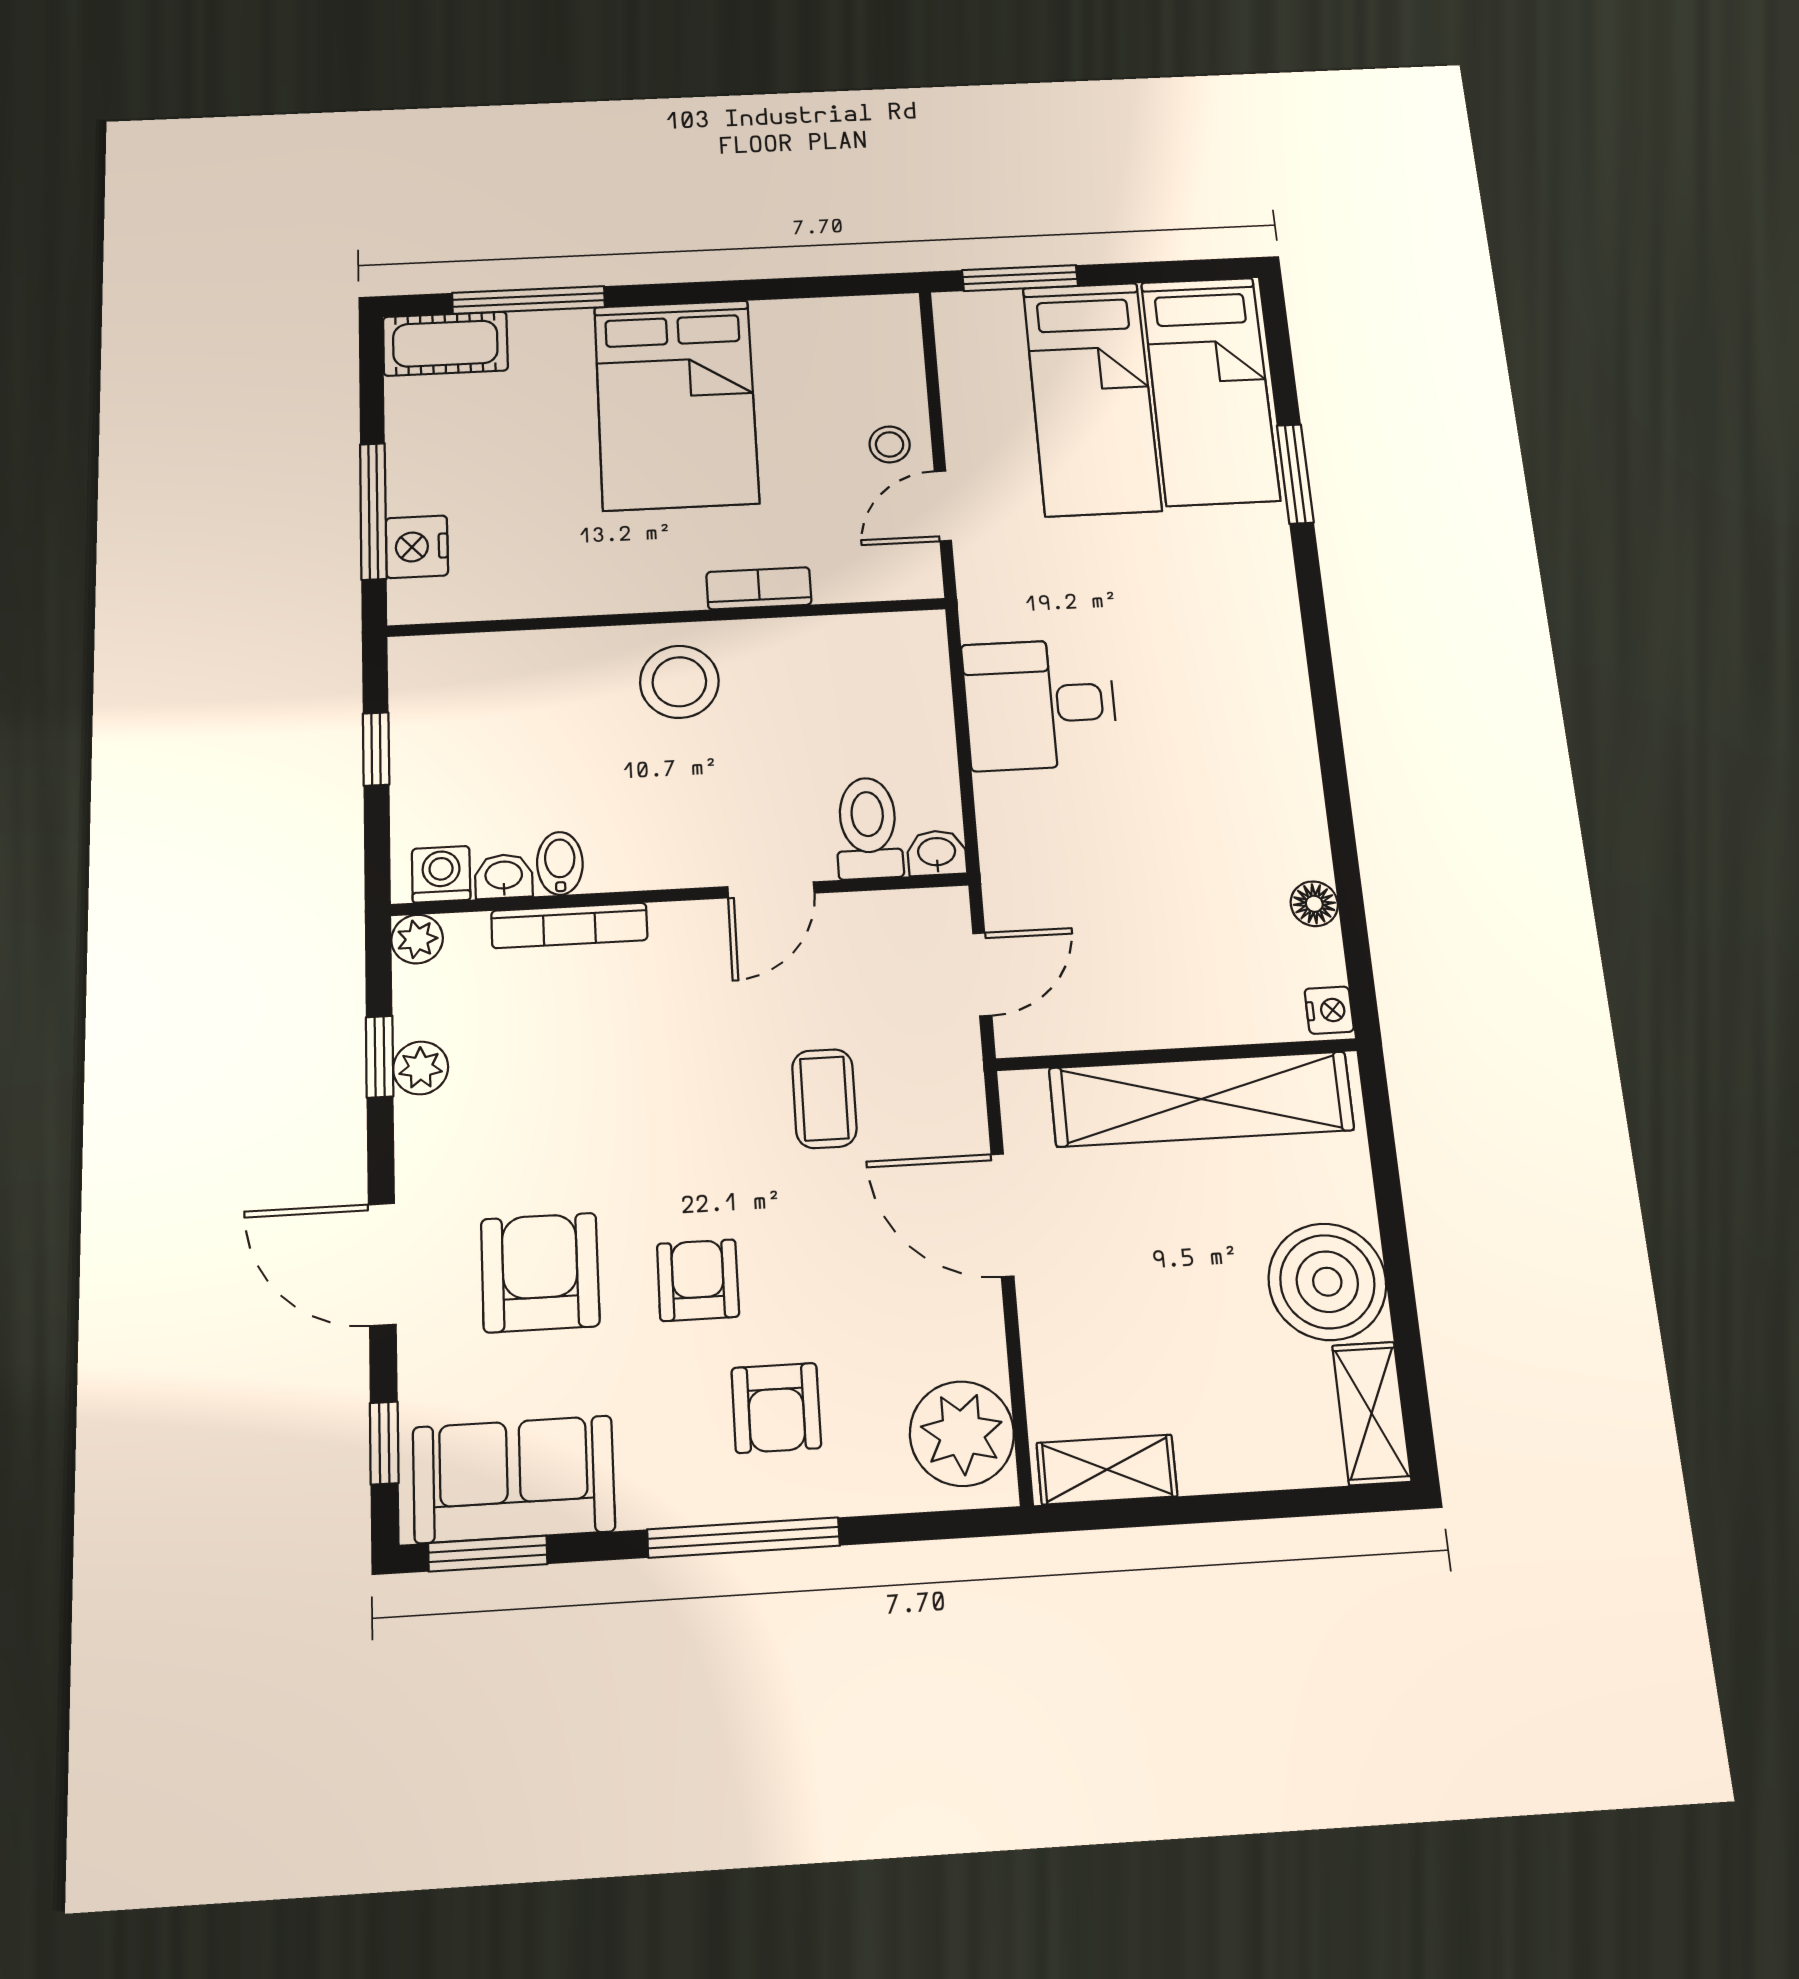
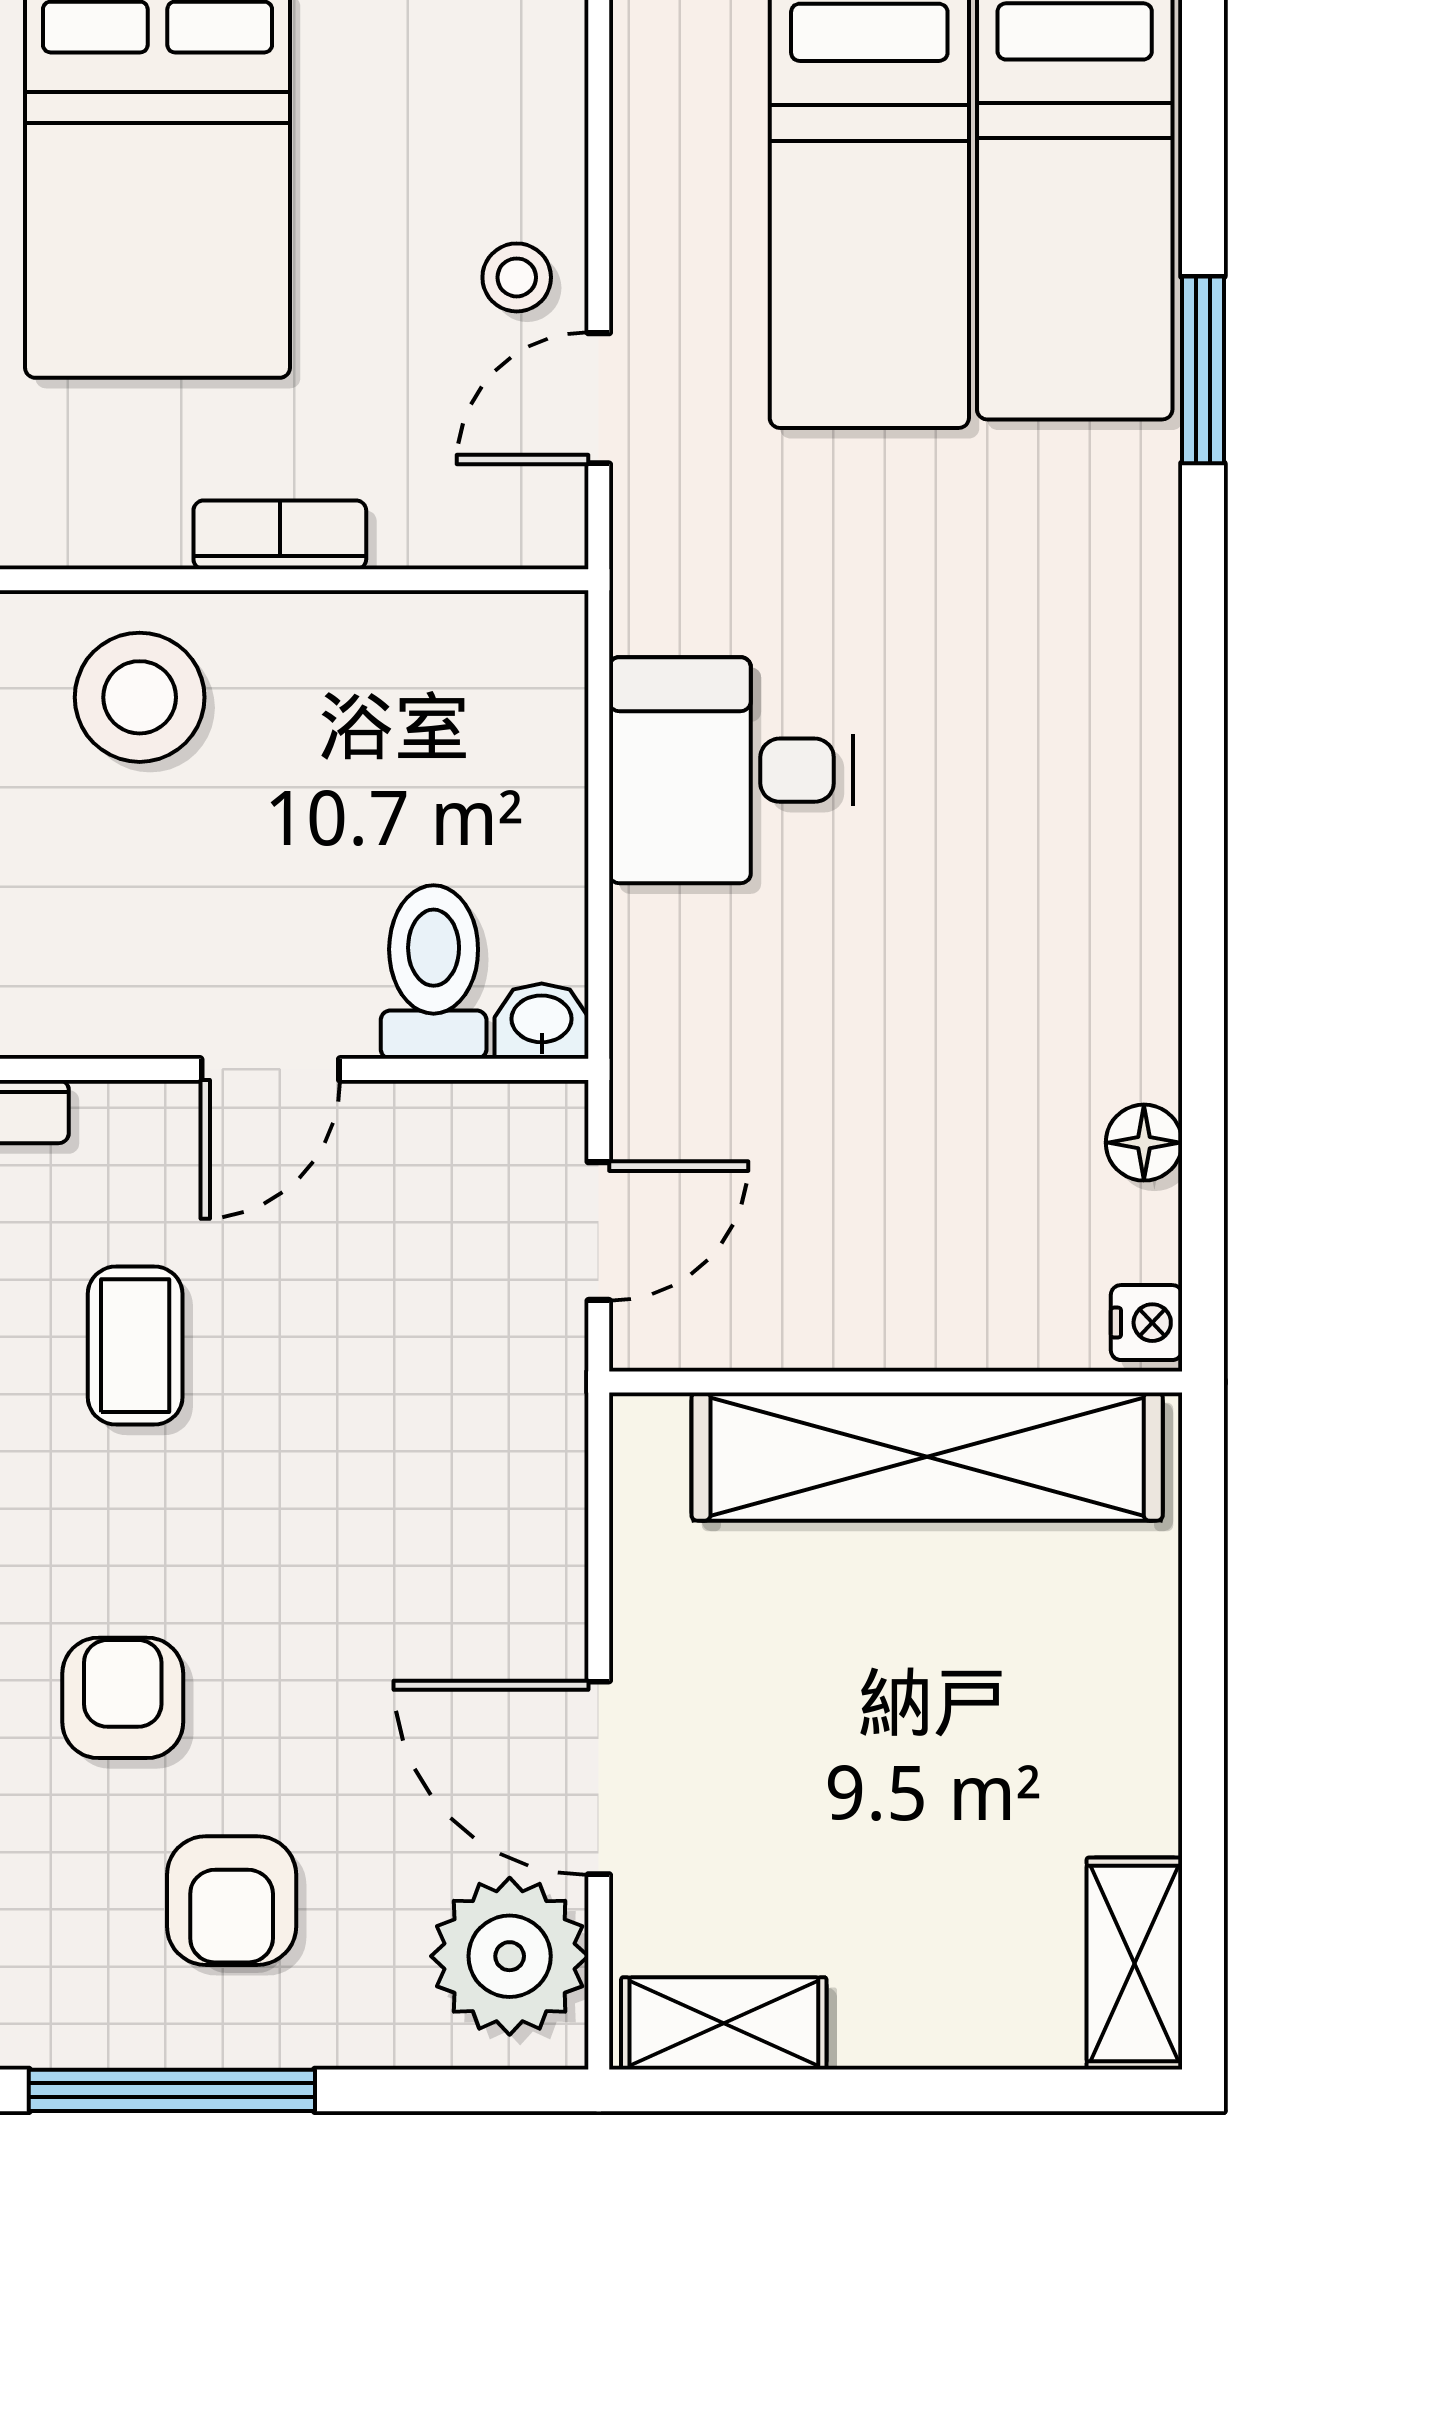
coffee table: (824, 1099) -> (135, 1346), moved
door: (1002, 1215) -> (599, 1778), moved
boiler: (1327, 1282) -> (1091, 1758), removed

